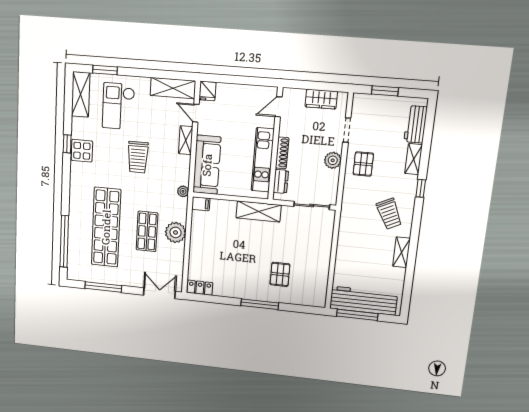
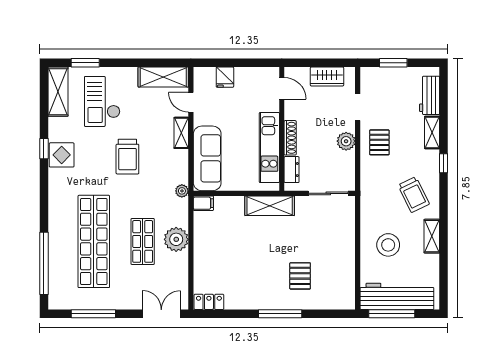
fridge: (208, 91) -> (225, 77), moved
door: (279, 107) -> (282, 88), swing flipped
stool: (361, 256) -> (388, 245), added

